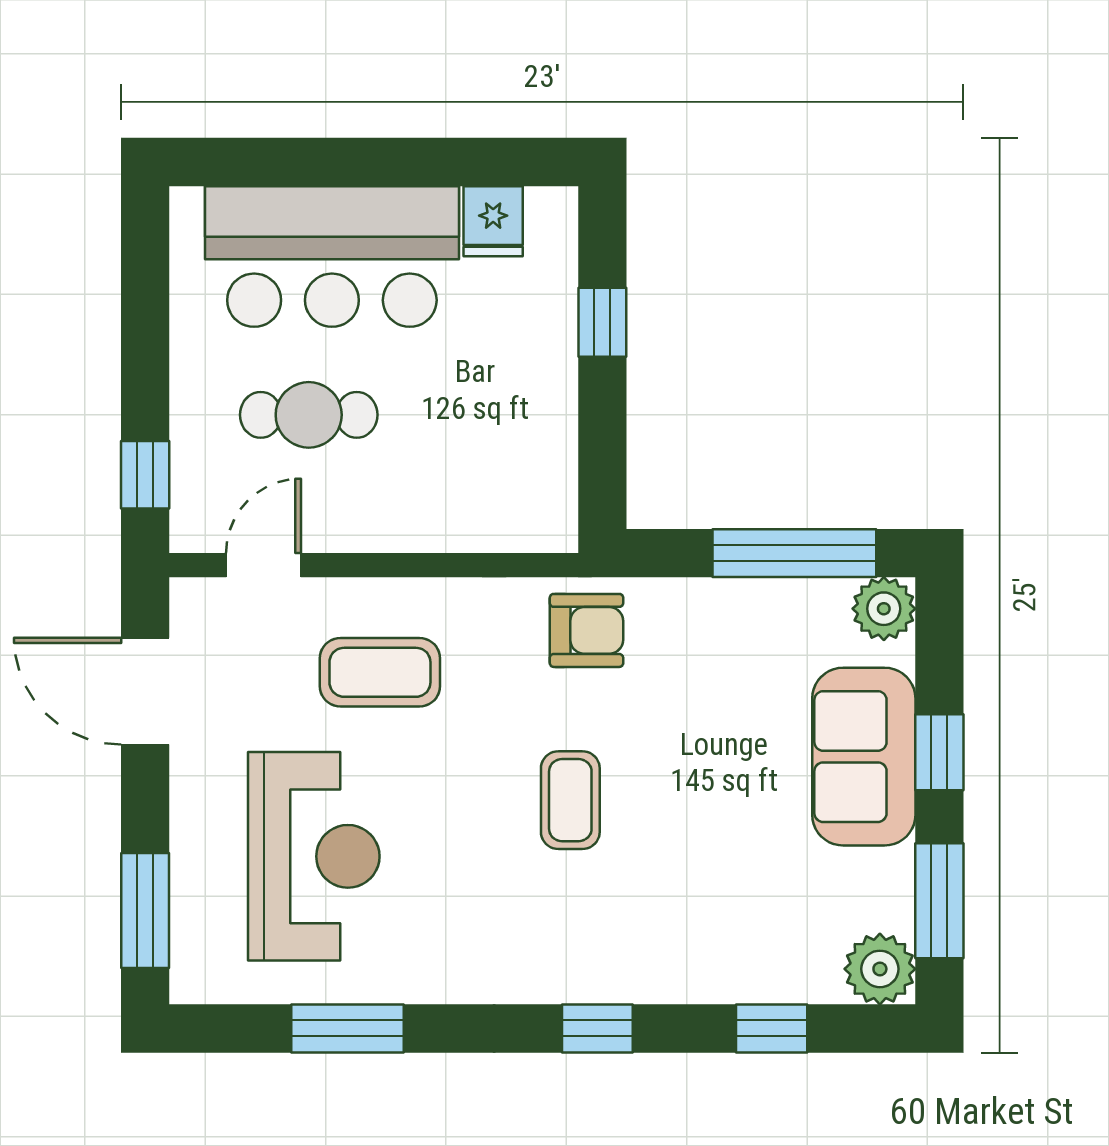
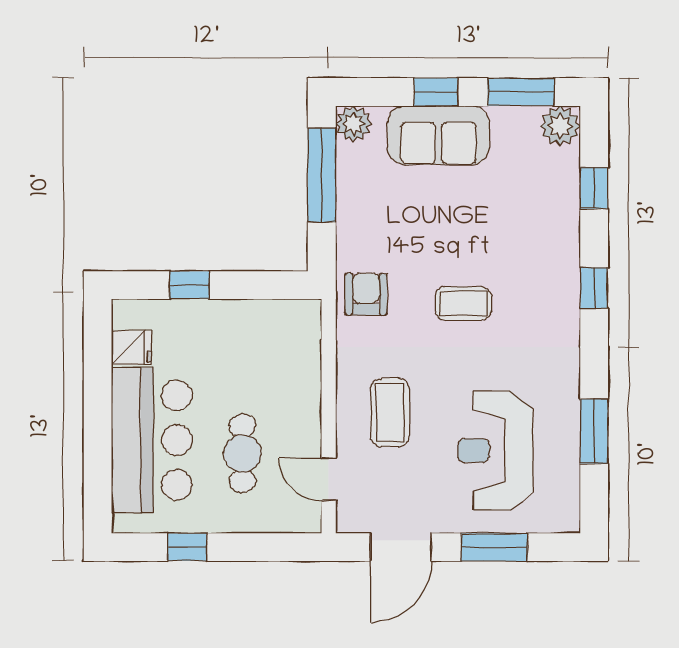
window: (145, 475) -> (187, 547), moved
reception desk: (314, 856) -> (496, 451), turned -90
window: (145, 910) -> (494, 547), moved

